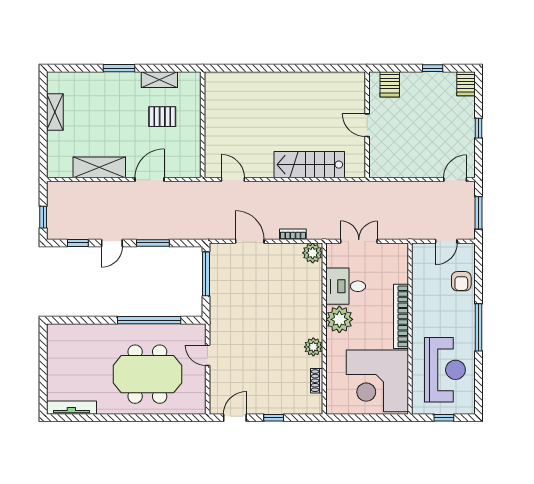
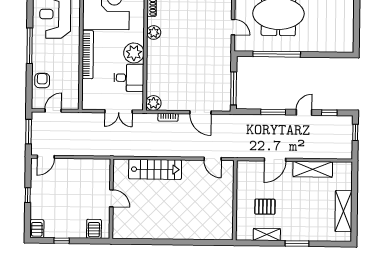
shelving: (55, 112) -> (343, 211), width x1.50, depth x1.33

